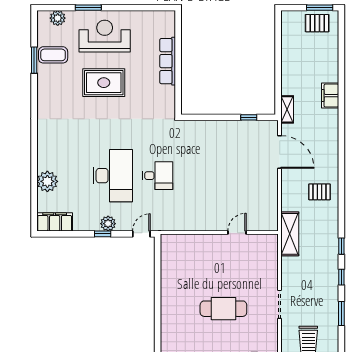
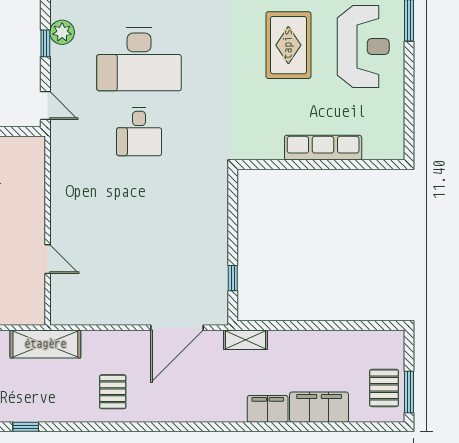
filing cabinet: (329, 64) -> (319, 407), added
plant: (108, 224) -> (62, 32), moved

